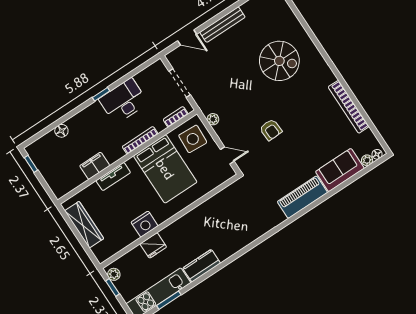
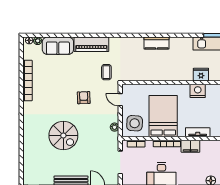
spiral stairs: (279, 61) -> (63, 135), moved, turned 180
filing cabinet: (95, 166) -> (190, 146), moved
coffee table: (264, 176) -> (106, 72), added
kitchen counter: (202, 266) -> (156, 43), moved

